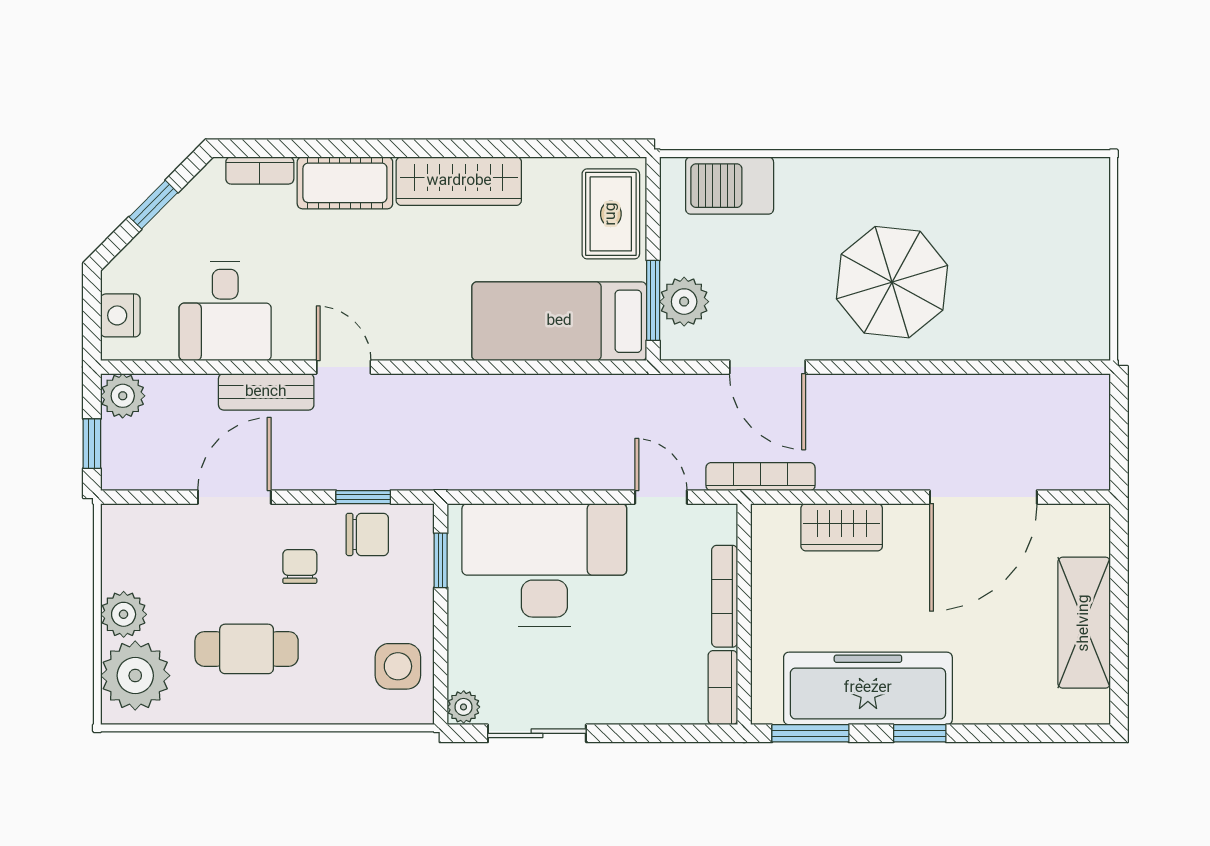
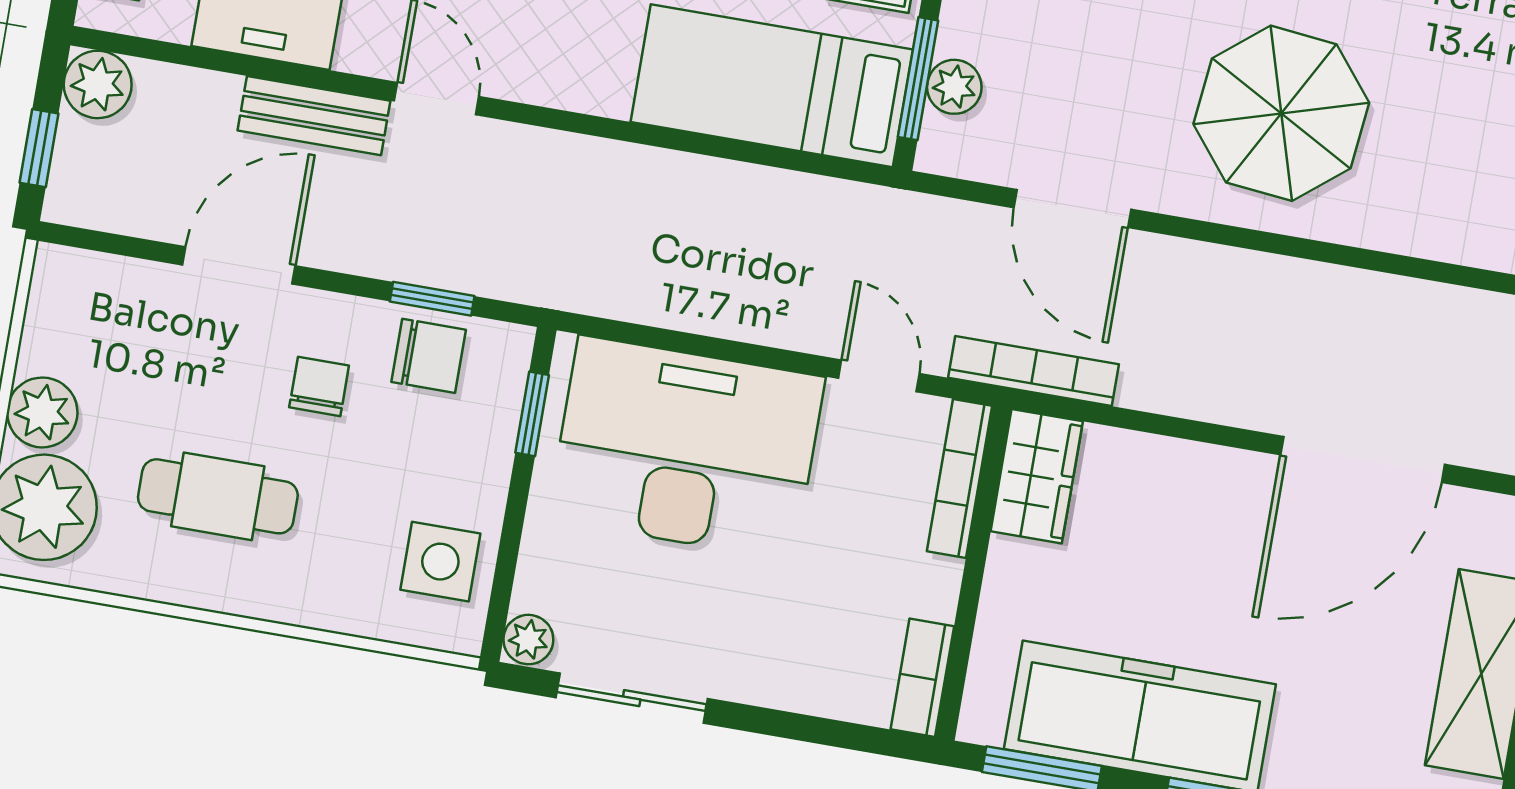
plant: (684, 302) -> (954, 87), width x0.73, depth x0.73
wardrobe: (842, 527) -> (1037, 476), moved, turned -90
bookcase: (725, 596) -> (959, 478), moved

